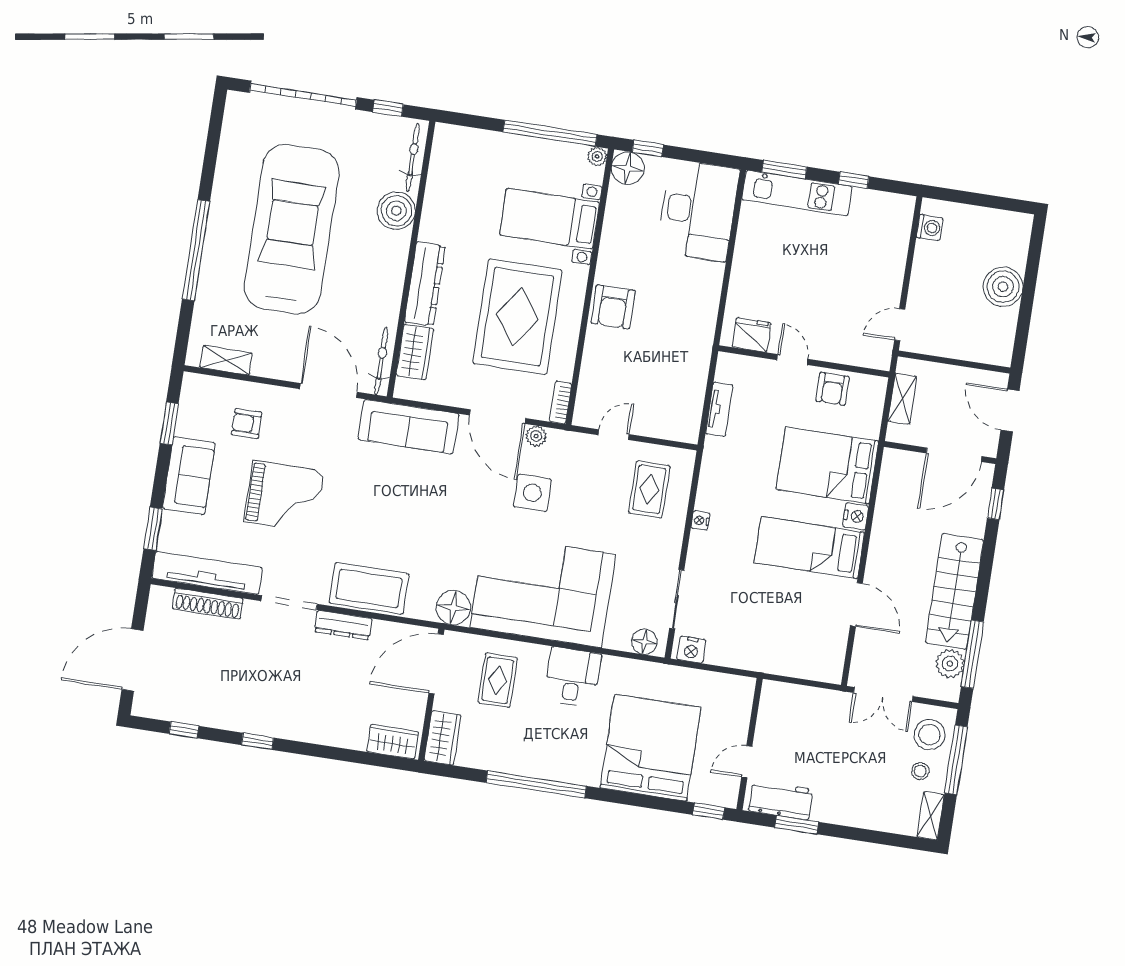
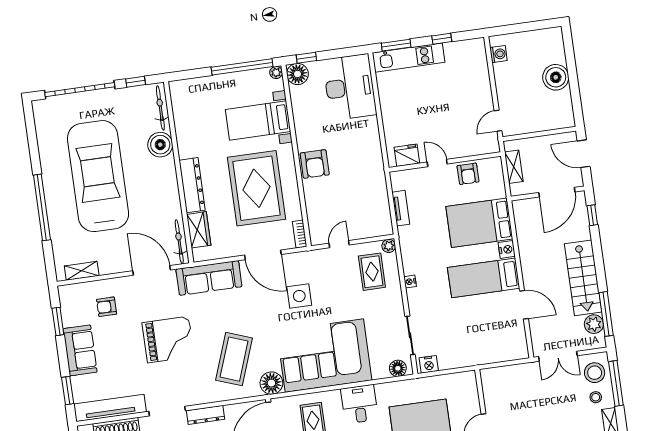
plant: (536, 436) -> (389, 246), moved
grand piano: (284, 497) -> (168, 340), moved
coffee table: (369, 588) -> (234, 359), moved, turned -70

